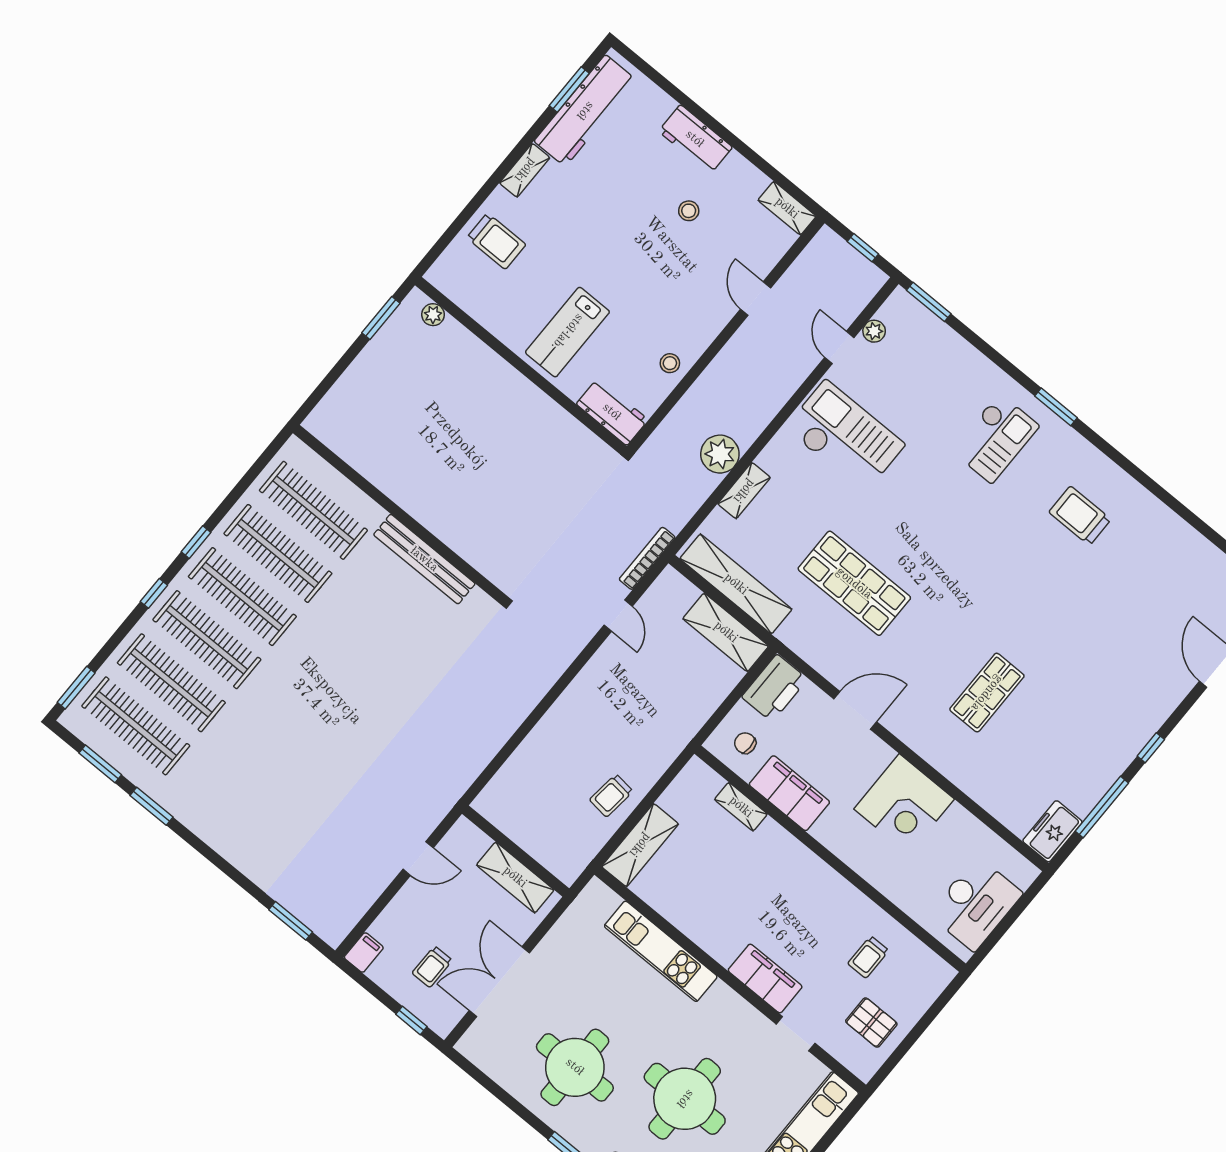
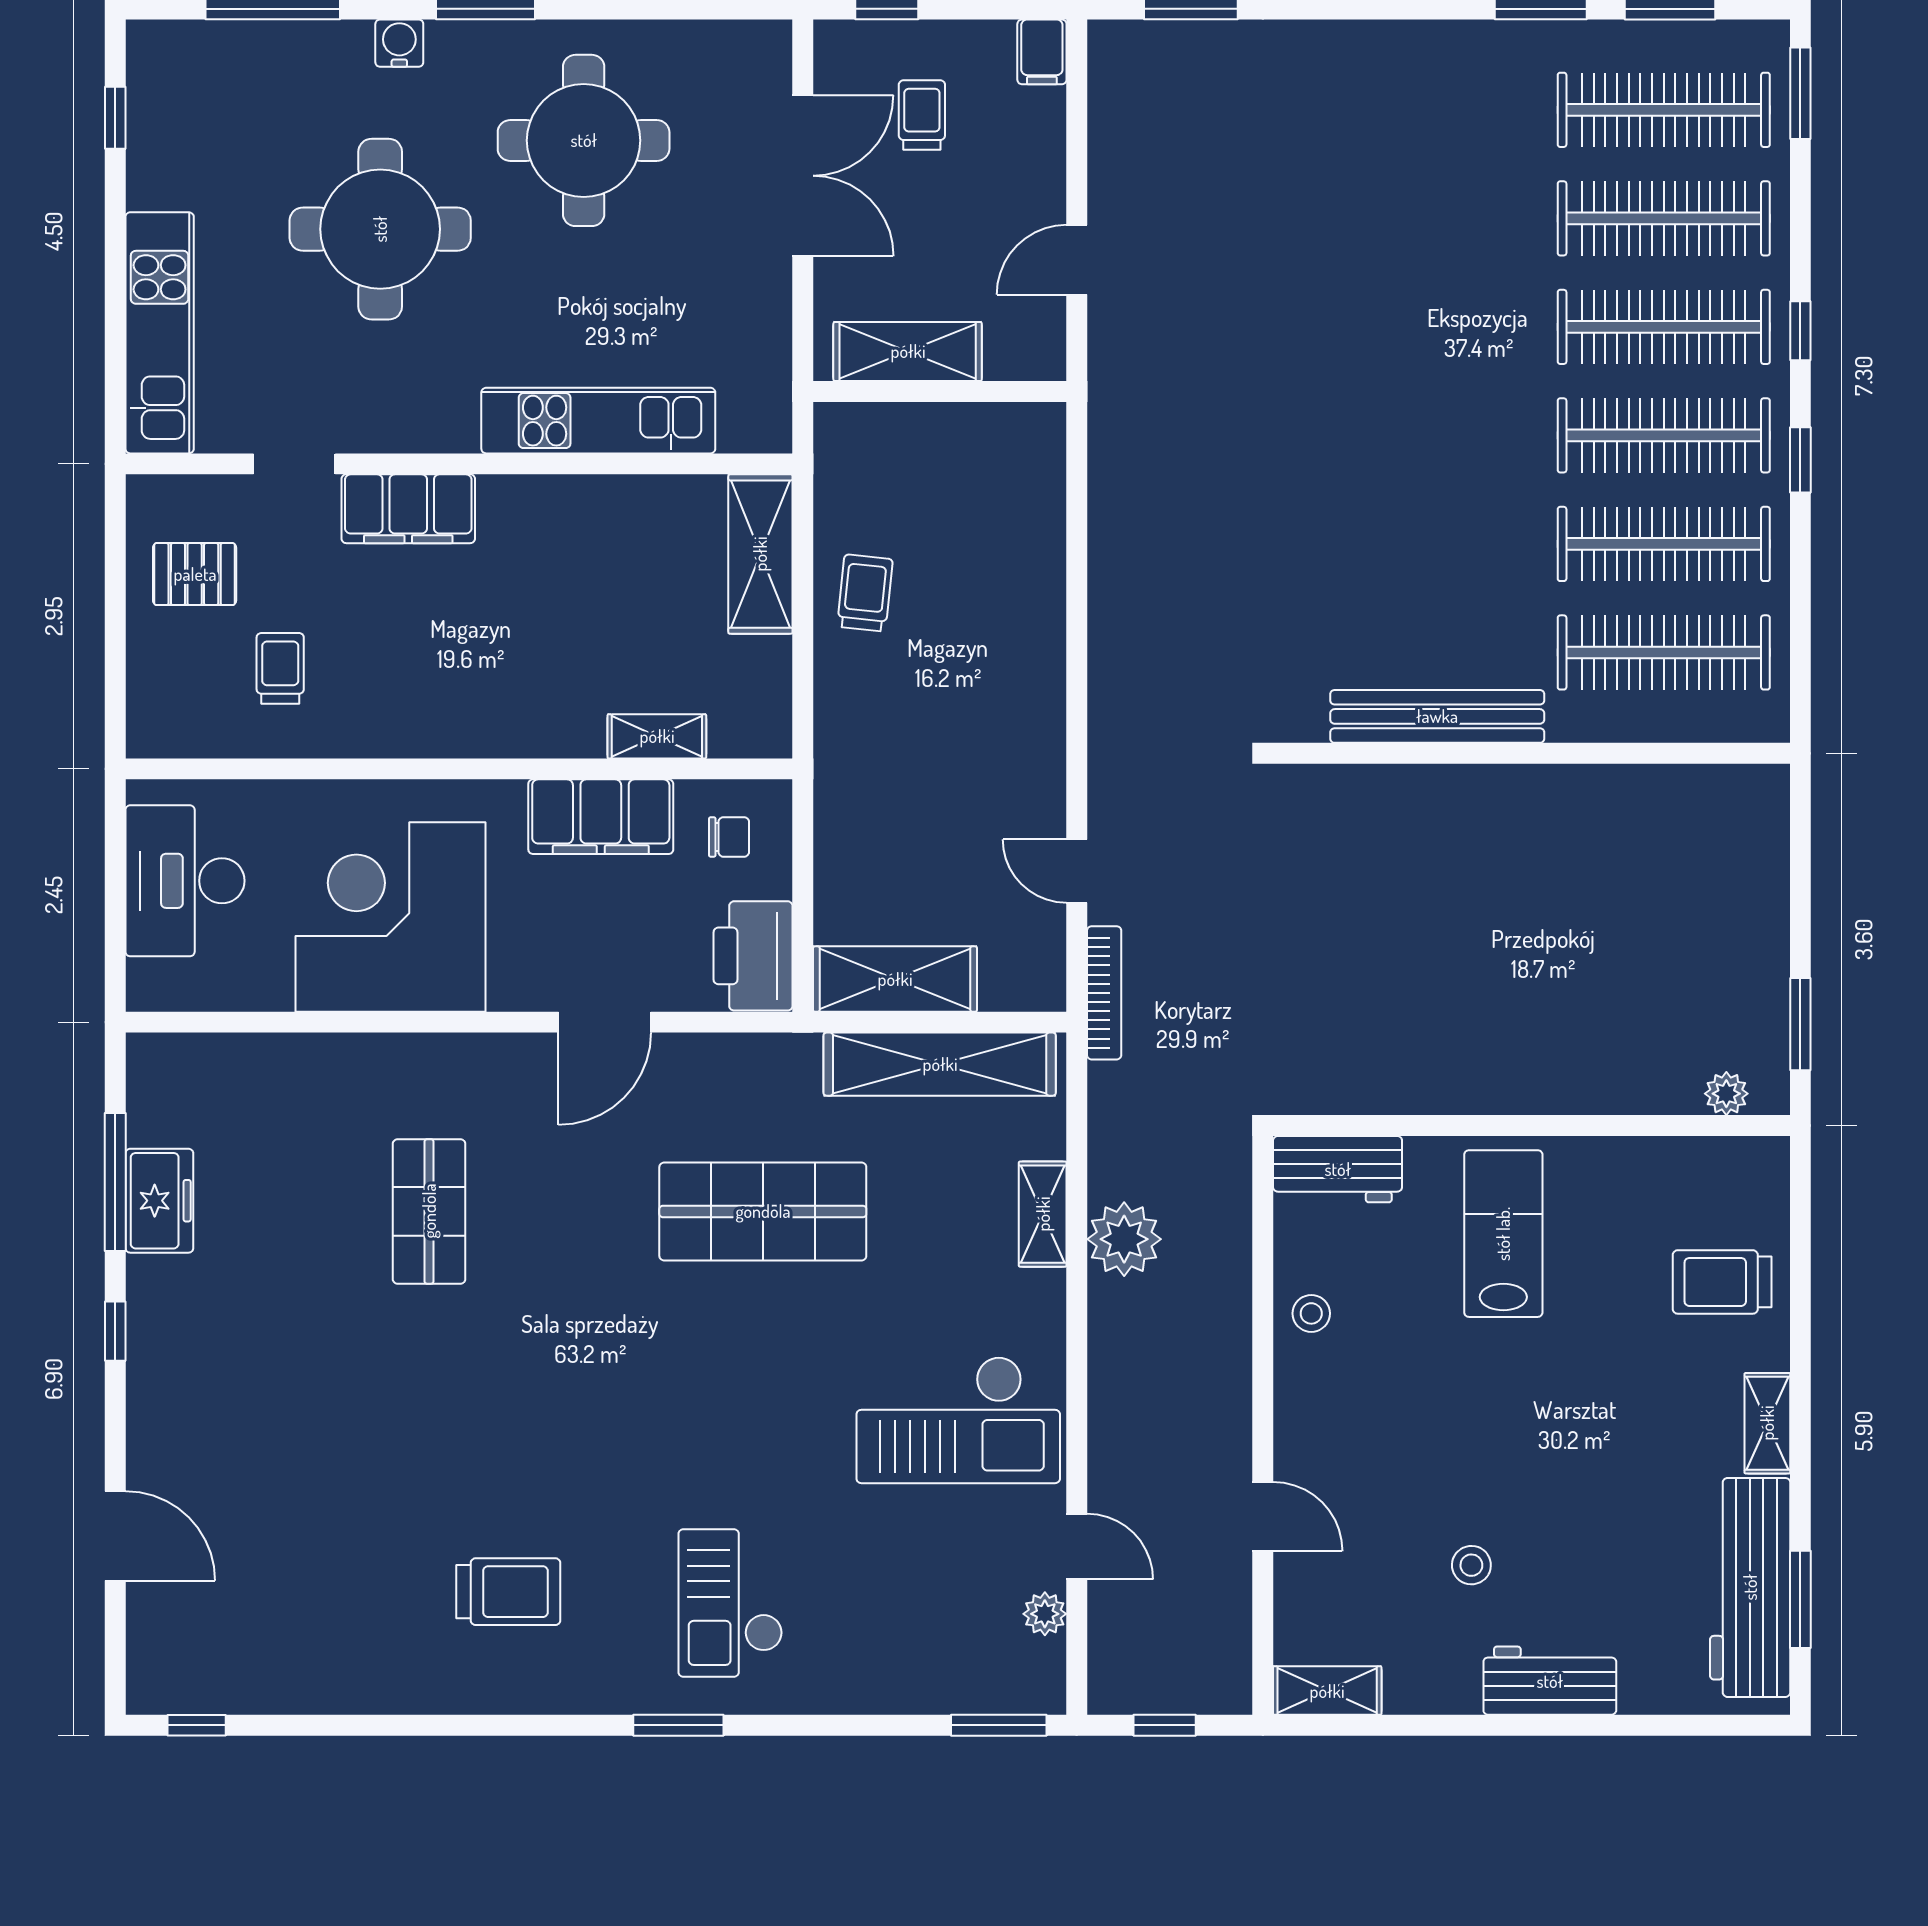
corner desk: (904, 804) -> (391, 917), width x1.36, depth x1.36
freezer: (1052, 831) -> (159, 1201), moved

